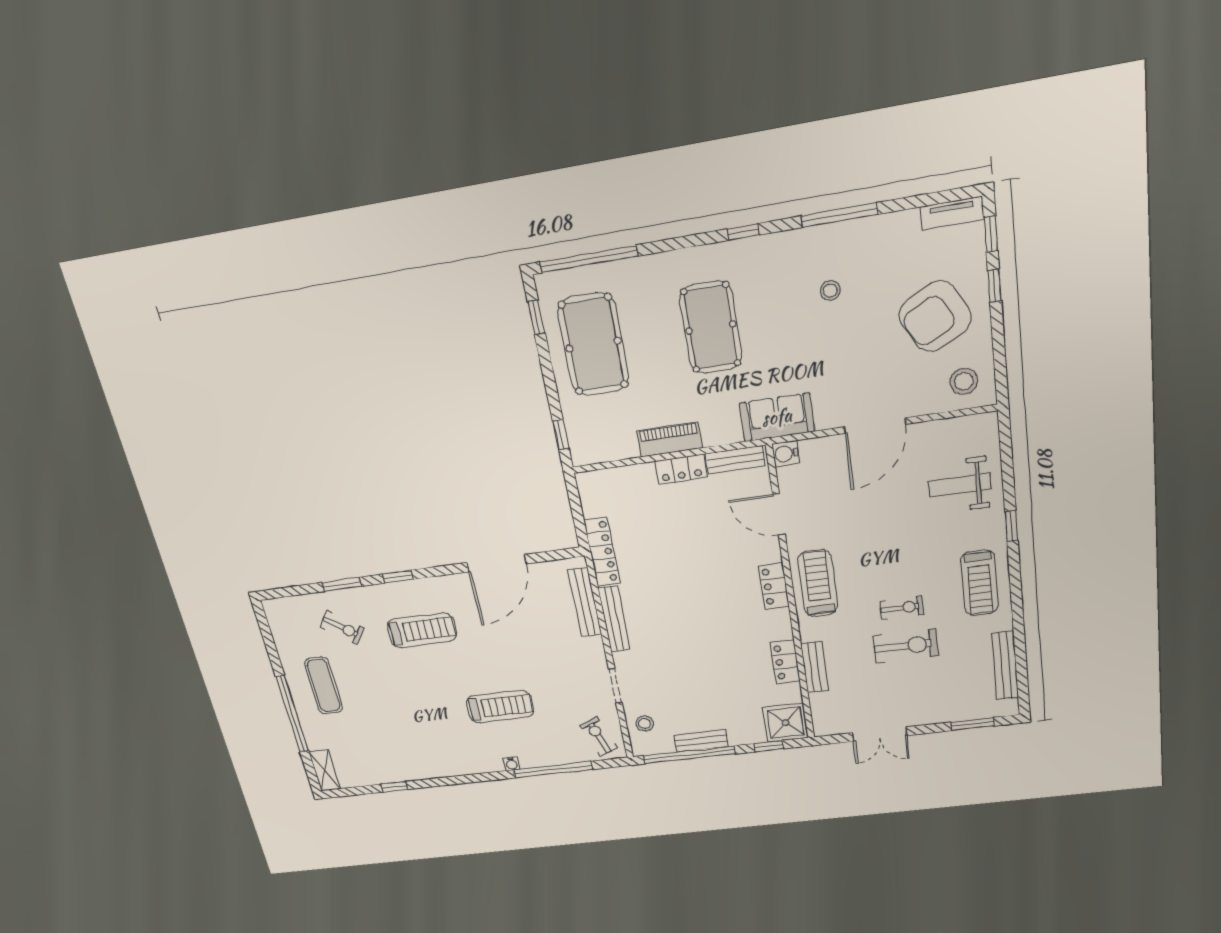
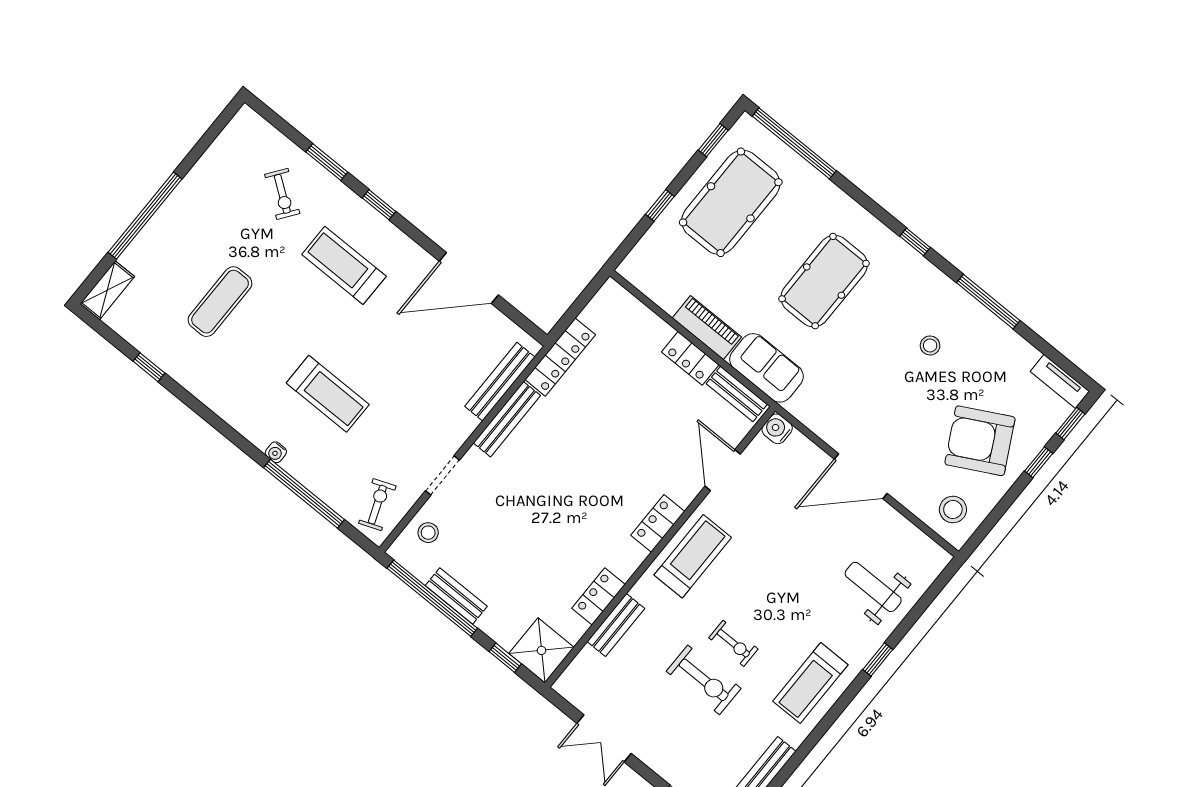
sofa: (777, 417) -> (766, 368), moved
window: (561, 434) -> (660, 205), moved
treadmill: (422, 630) -> (344, 265), turned 180
exercise mat: (324, 686) -> (220, 302), moved

